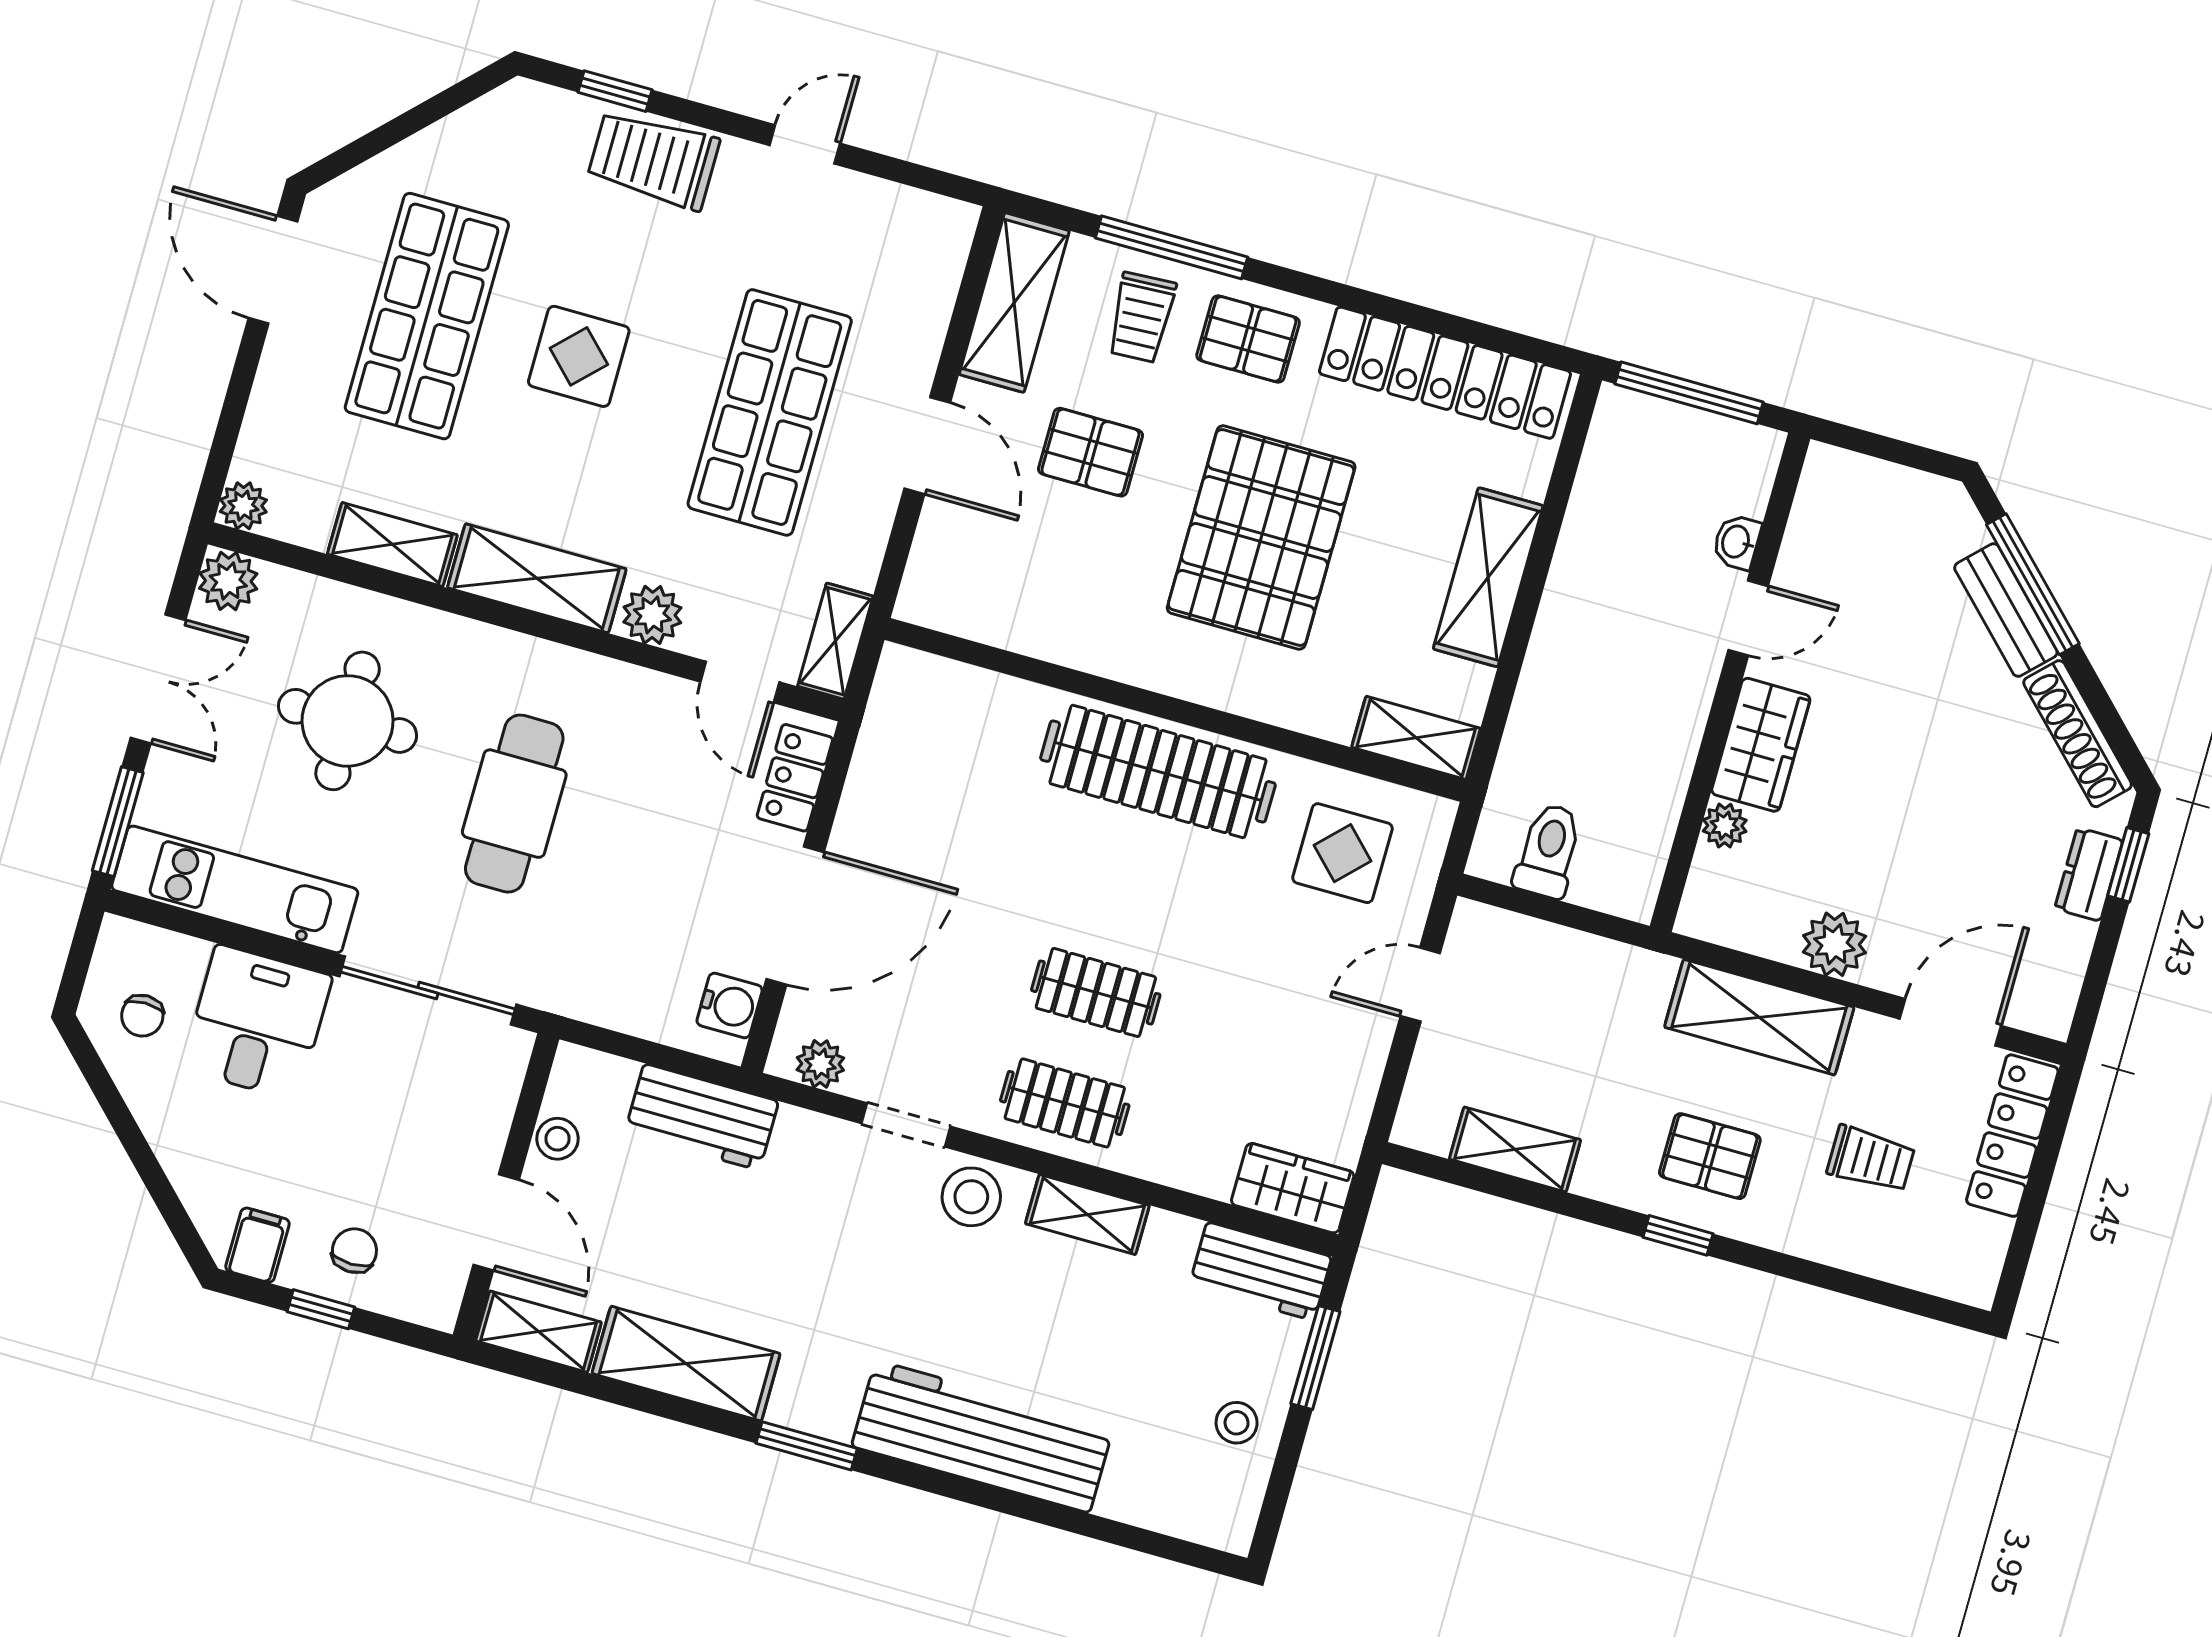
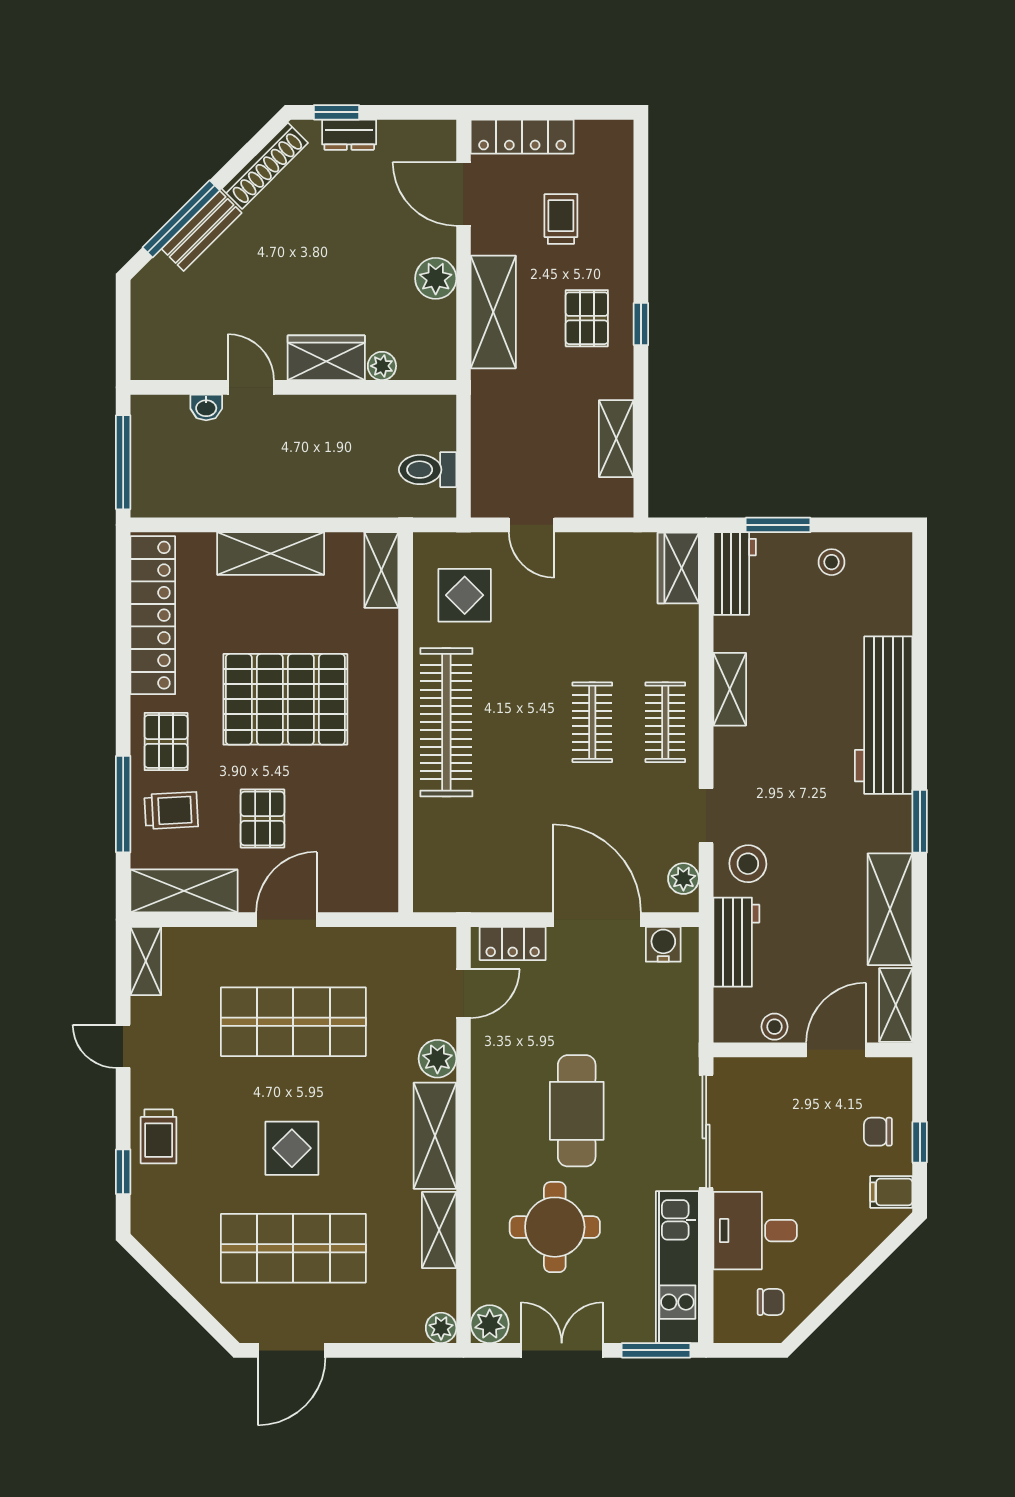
trolley: (653, 160) -> (159, 1136), width x0.73, depth x0.72
shelving: (835, 641) -> (146, 961), moved, turned 90
cafe table: (514, 804) -> (577, 1111), turned 90
stool: (971, 1197) -> (748, 864), moved

